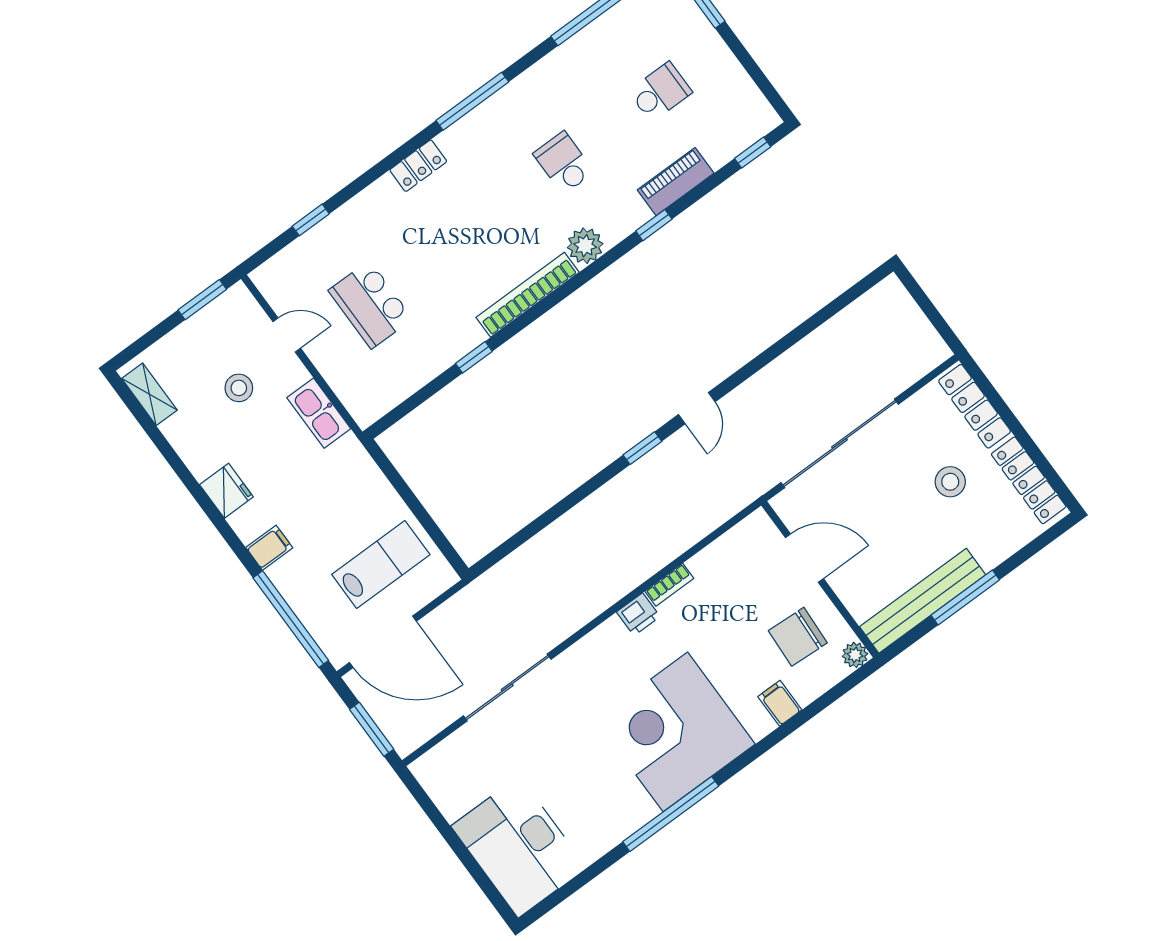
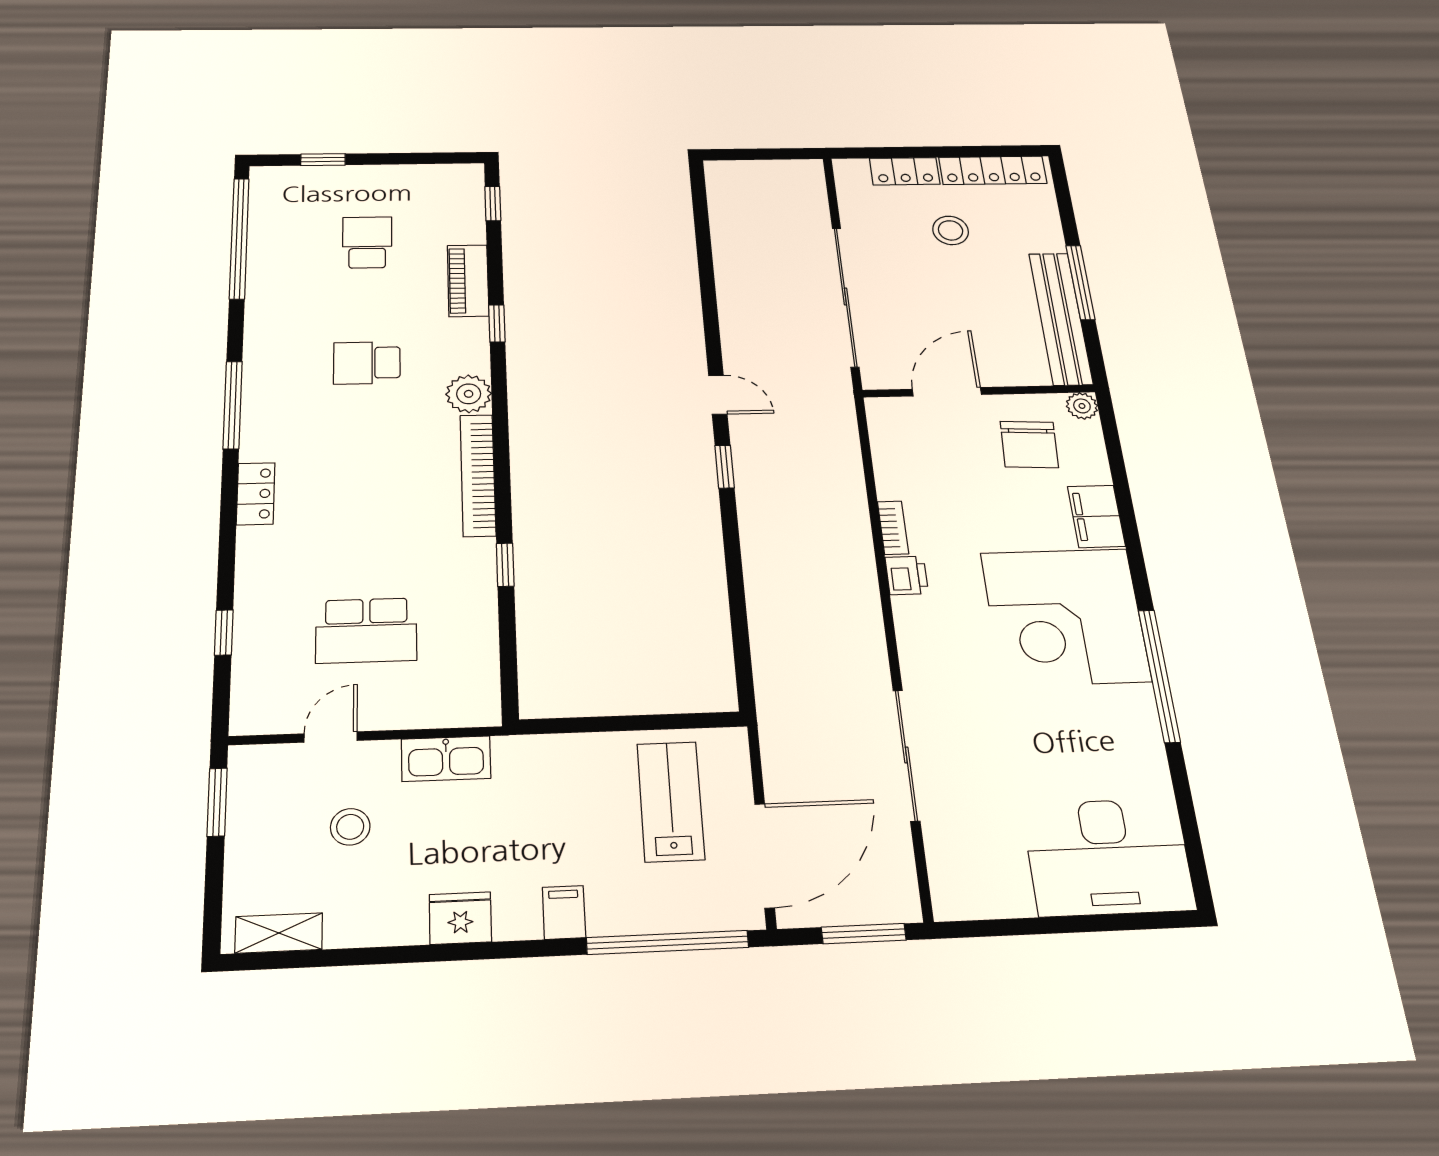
locker: (975, 406) -> (905, 171), width x0.66
filing cabinet: (780, 703) -> (1096, 516), width x2.00

